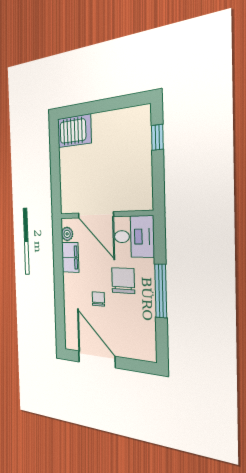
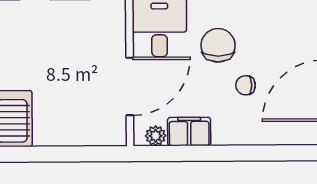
chair: (123, 281) -> (218, 45), turned 90

